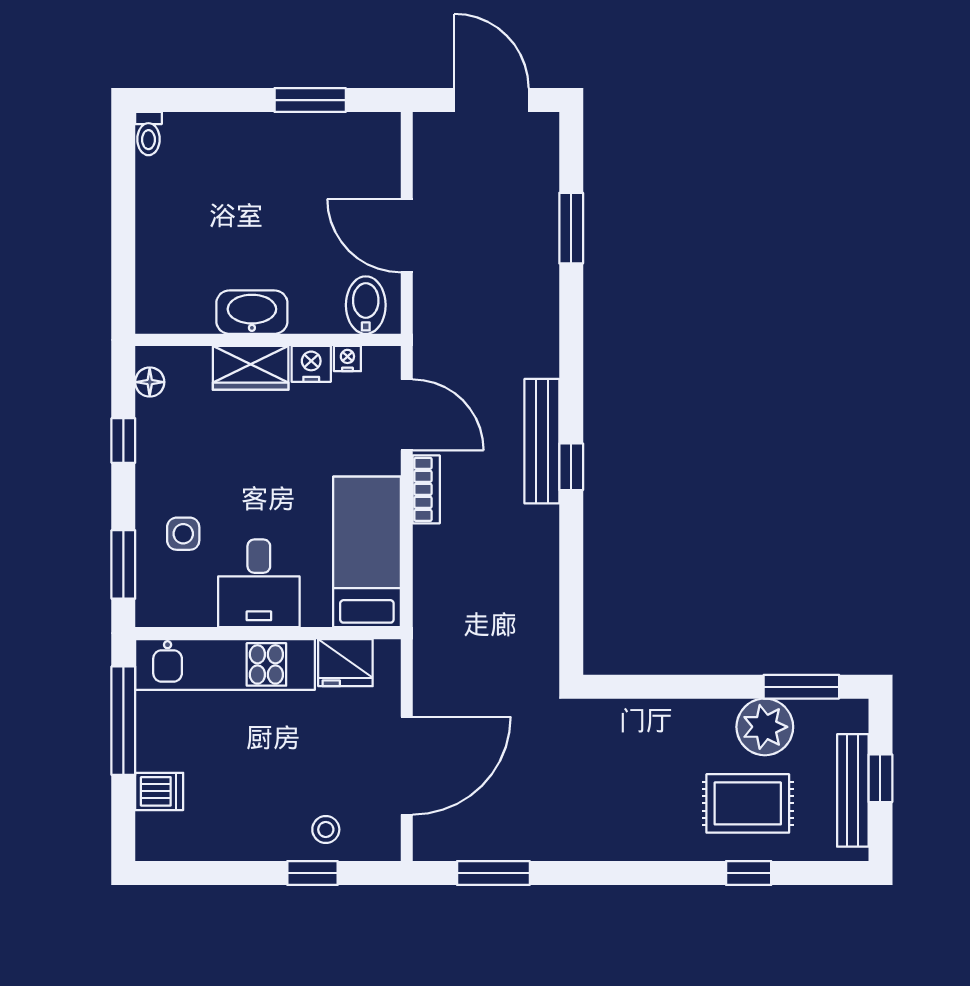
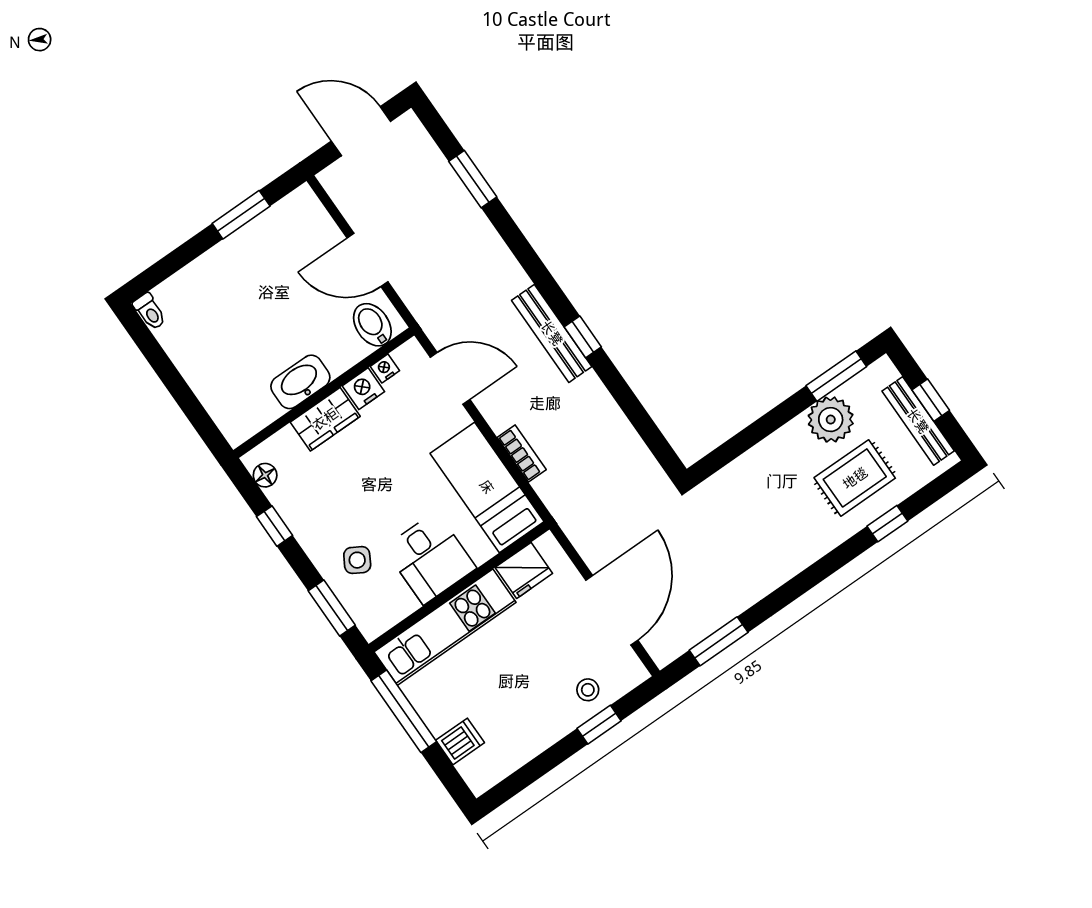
bookcase: (426, 489) -> (522, 454), moved
side table: (183, 534) -> (357, 560), turned 30

